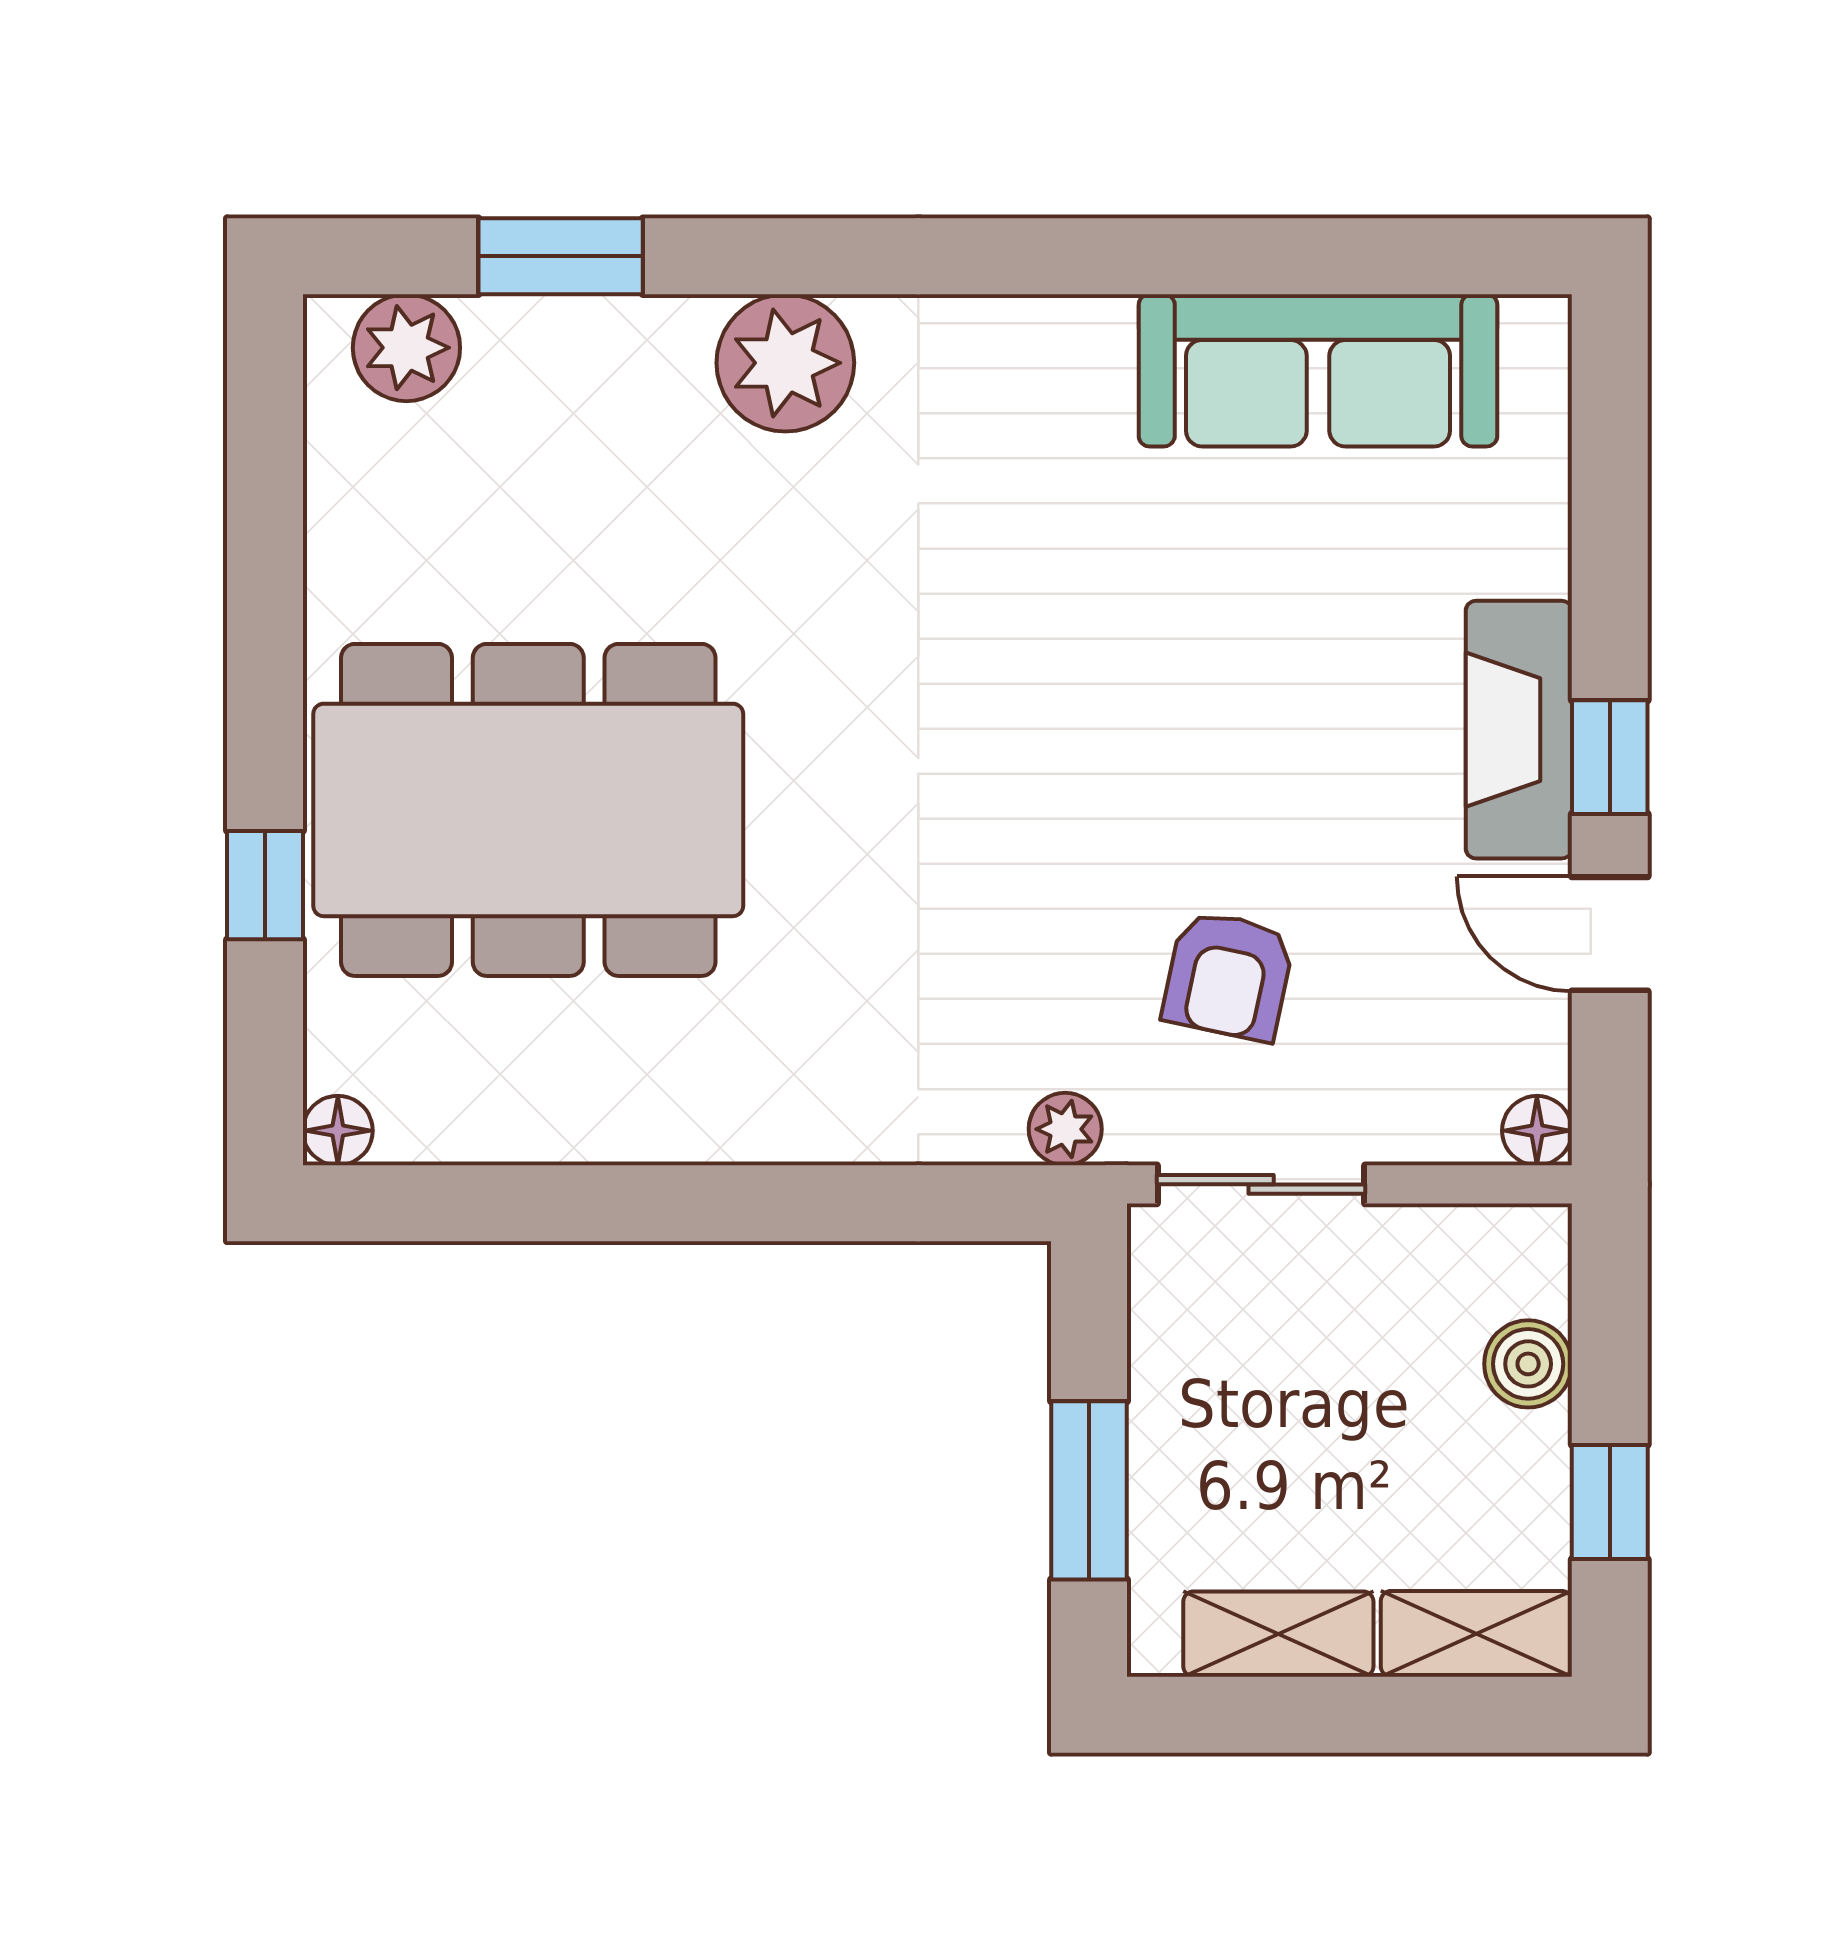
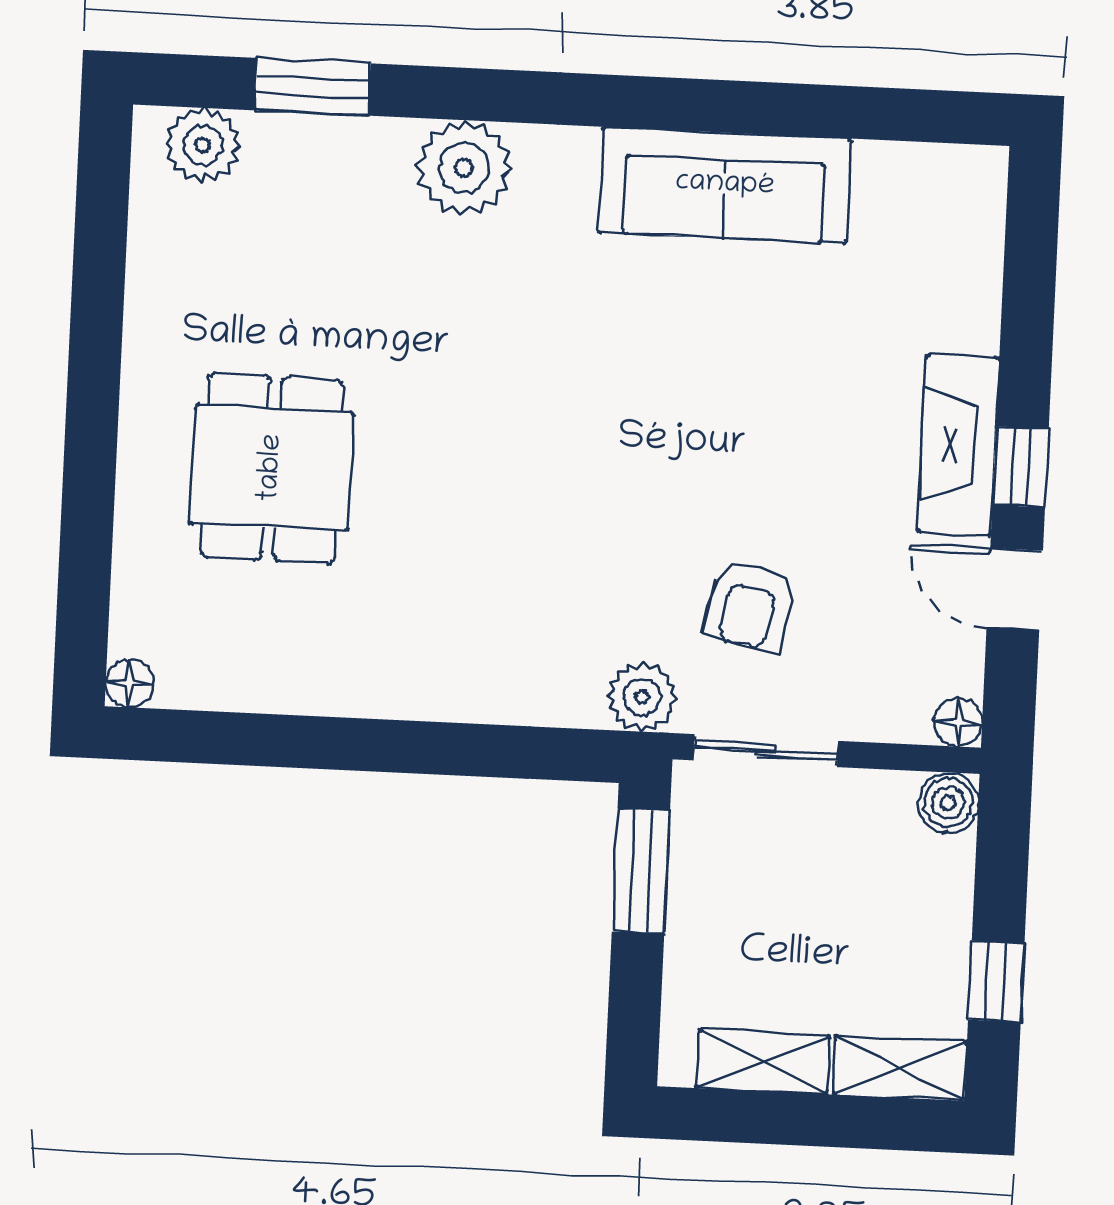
sofa: (1318, 370) -> (725, 185), moved
dining table: (528, 810) -> (272, 468), width x0.53, depth x0.80
window: (265, 885) -> (88, 512), removed
plant: (1065, 1129) -> (642, 697), width x1.38, depth x1.38
boiler: (1528, 1364) -> (948, 803), moved
window: (1089, 1490) -> (641, 871), moved

